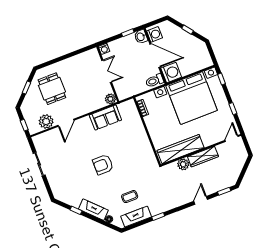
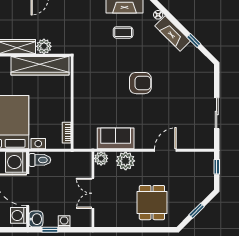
washing machine: (104, 49) -> (64, 221), moved
dining table: (52, 89) -> (152, 203), moved
plant: (46, 122) -> (126, 161), moved

